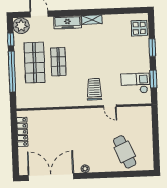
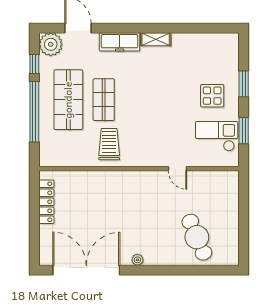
display table: (139, 28) -> (212, 96), moved
trolley: (94, 89) -> (109, 144), moved

